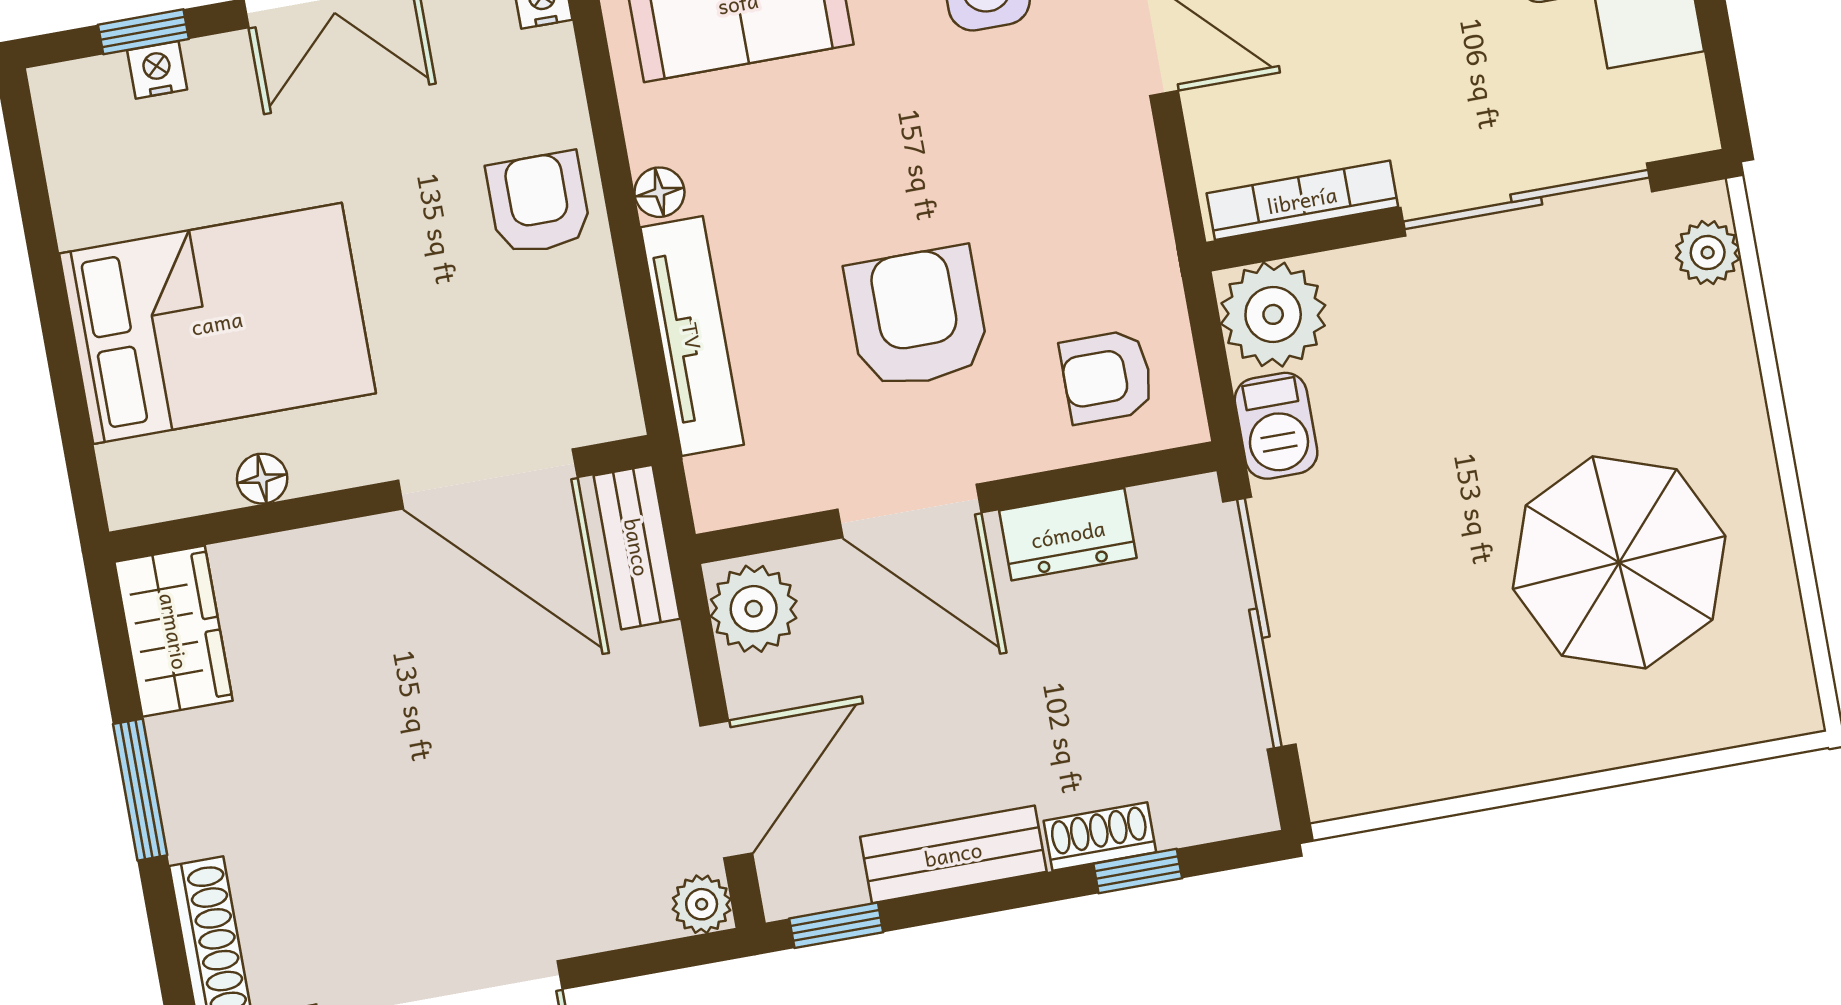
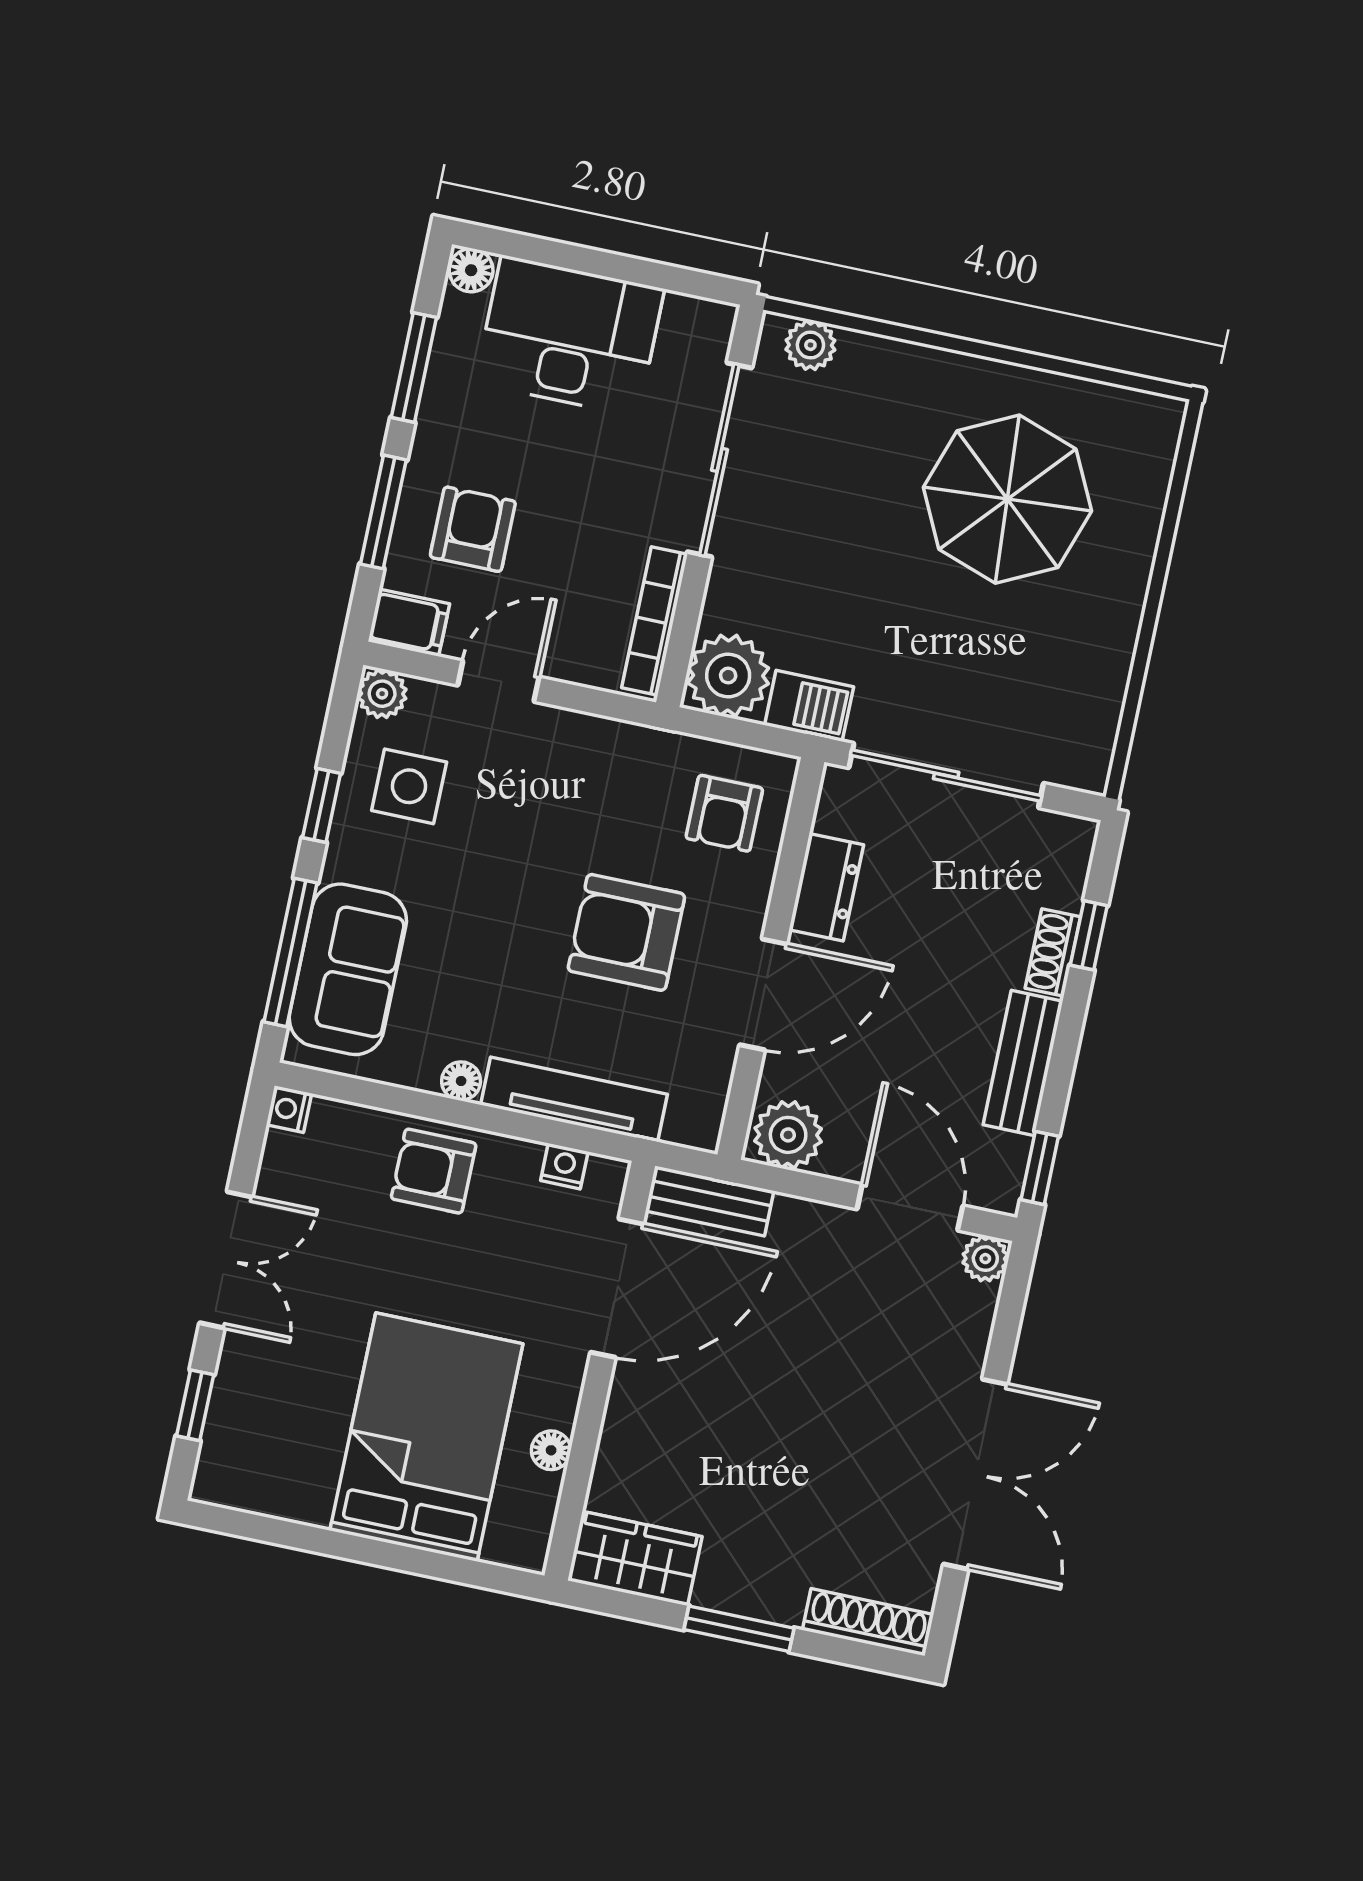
nightstand: (157, 70) -> (564, 1166), moved, turned 90

